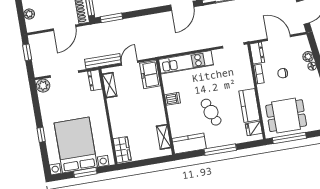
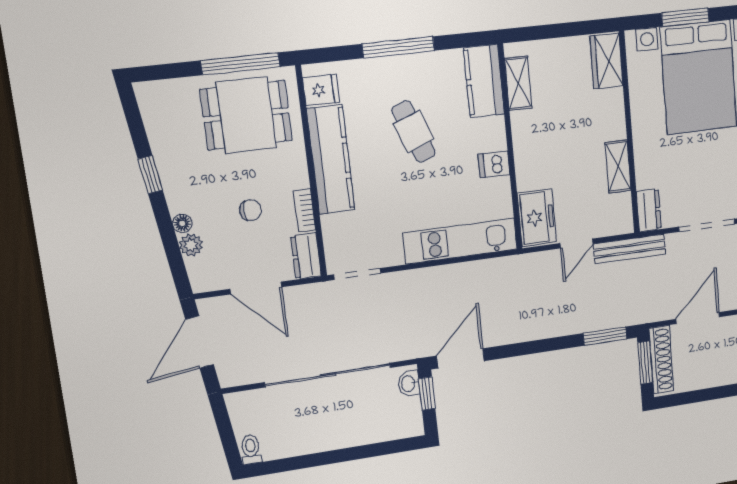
shelving: (110, 85) -> (618, 166), moved
kitchen counter: (249, 105) -> (331, 160), width x1.50
kitchen counter: (189, 144) -> (484, 81), moved, turned 90

